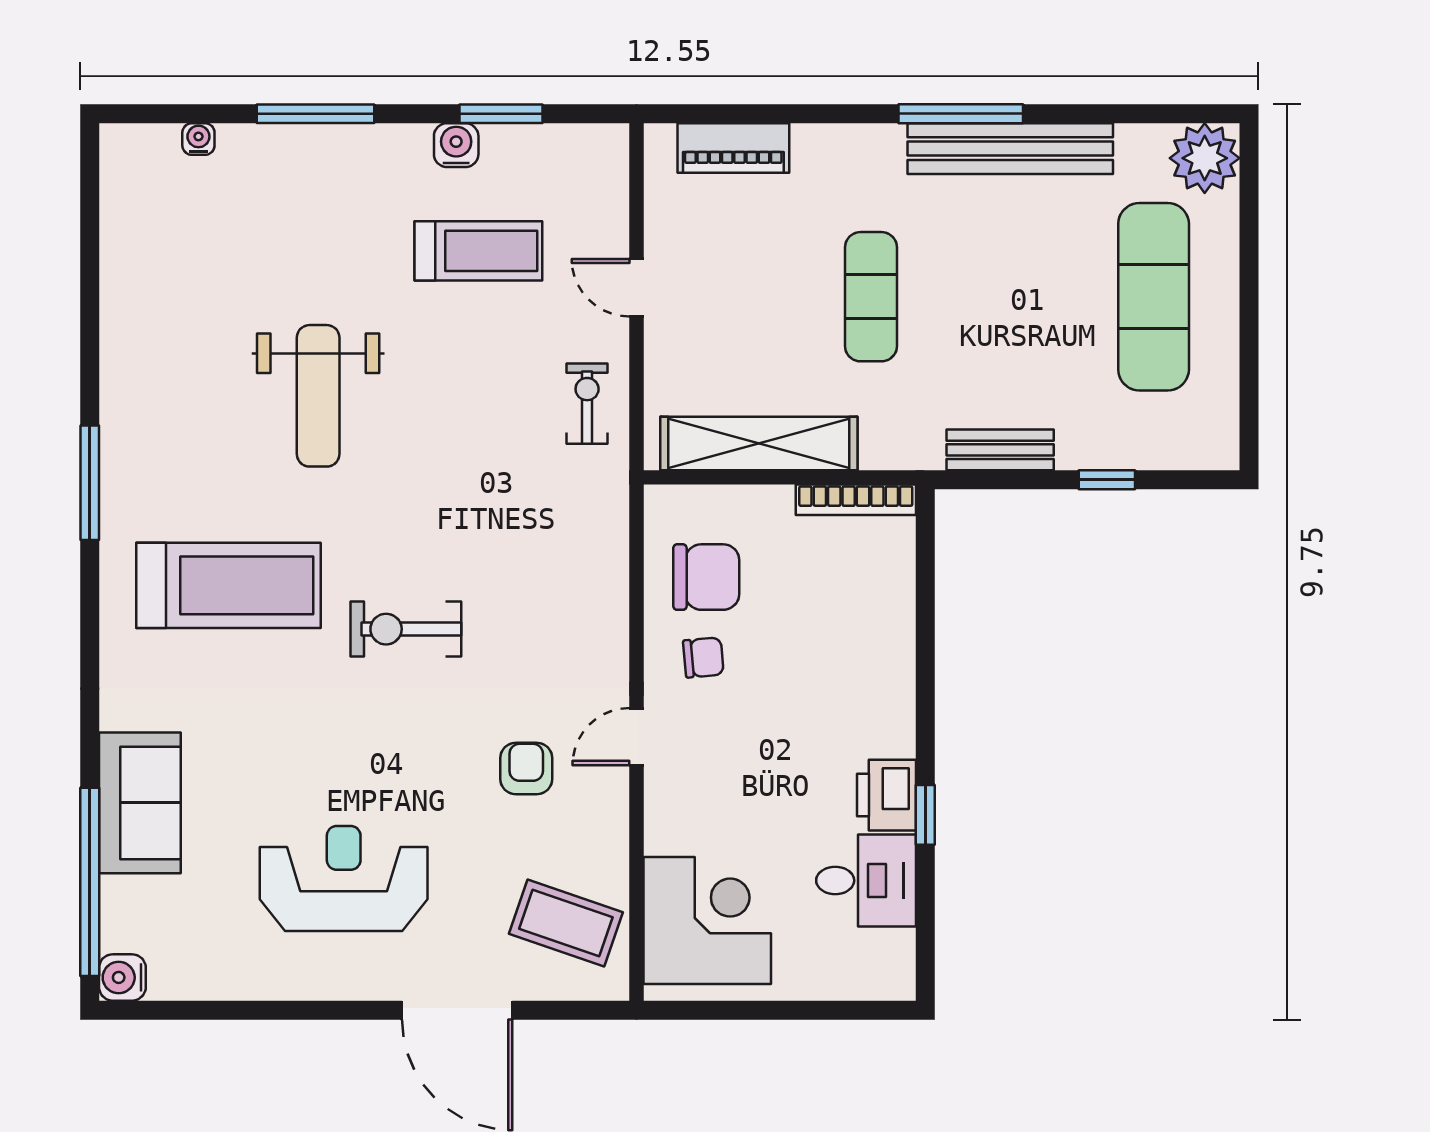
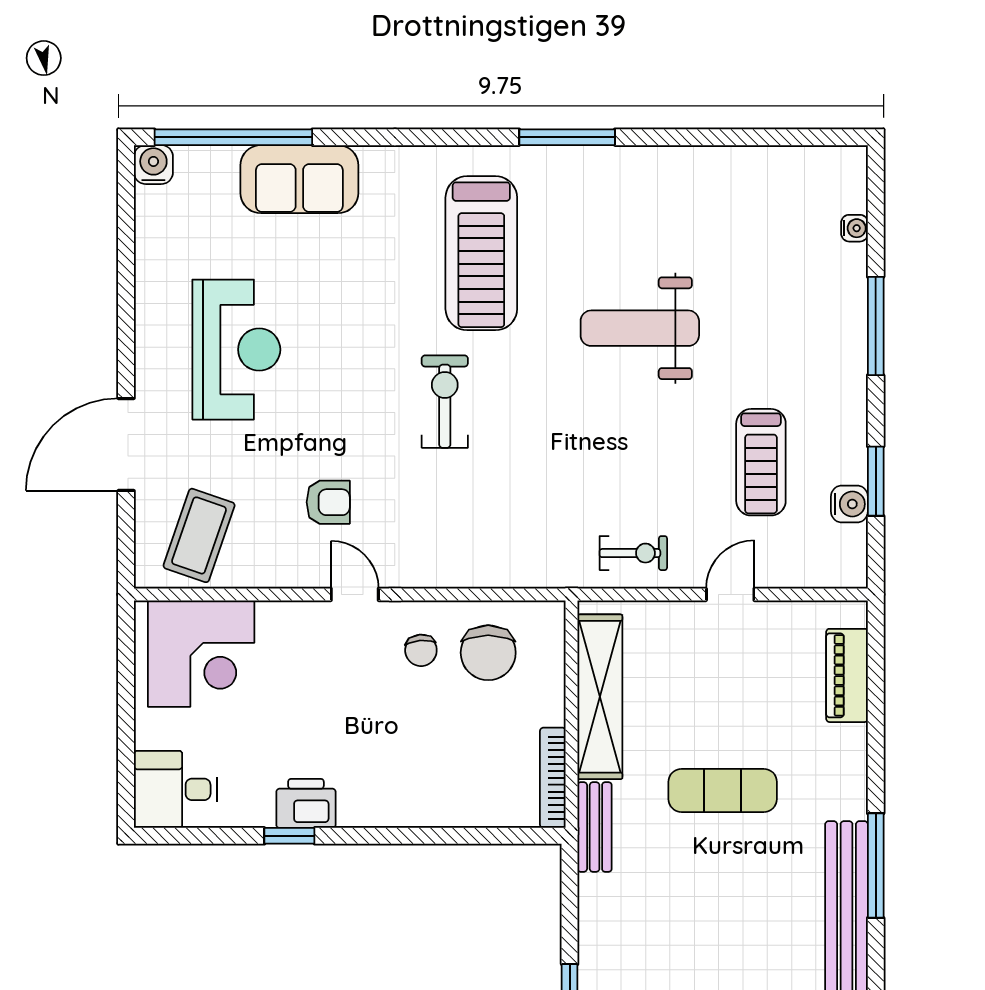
water cooler: (456, 145) -> (849, 504), moved
bench: (1000, 450) -> (595, 827), moved
desk: (866, 880) -> (176, 789), moved, turned 90

